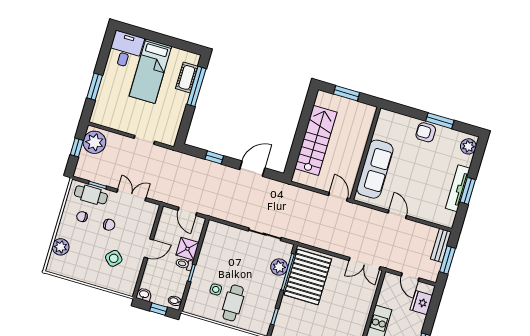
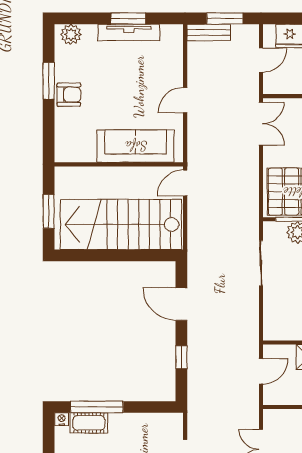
nightstand: (195, 59) -> (62, 419), added
armchair: (426, 132) -> (69, 95), turned -90
stairs: (316, 140) -> (121, 224), width x1.36, depth x1.51

